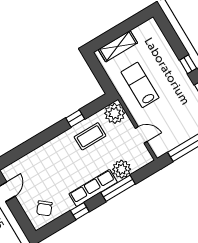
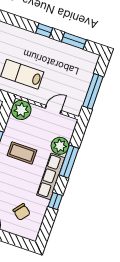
coffee table: (90, 136) -> (22, 153), moved, turned 90
chair: (44, 208) -> (22, 212), moved

